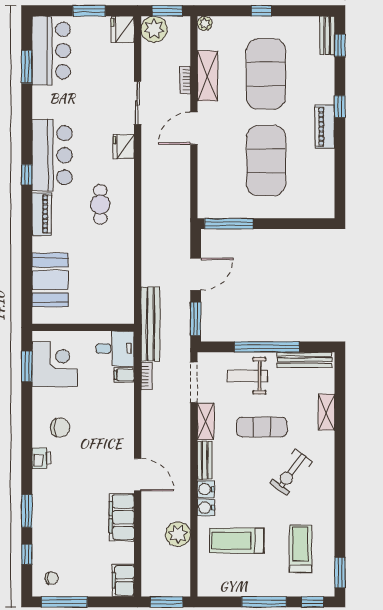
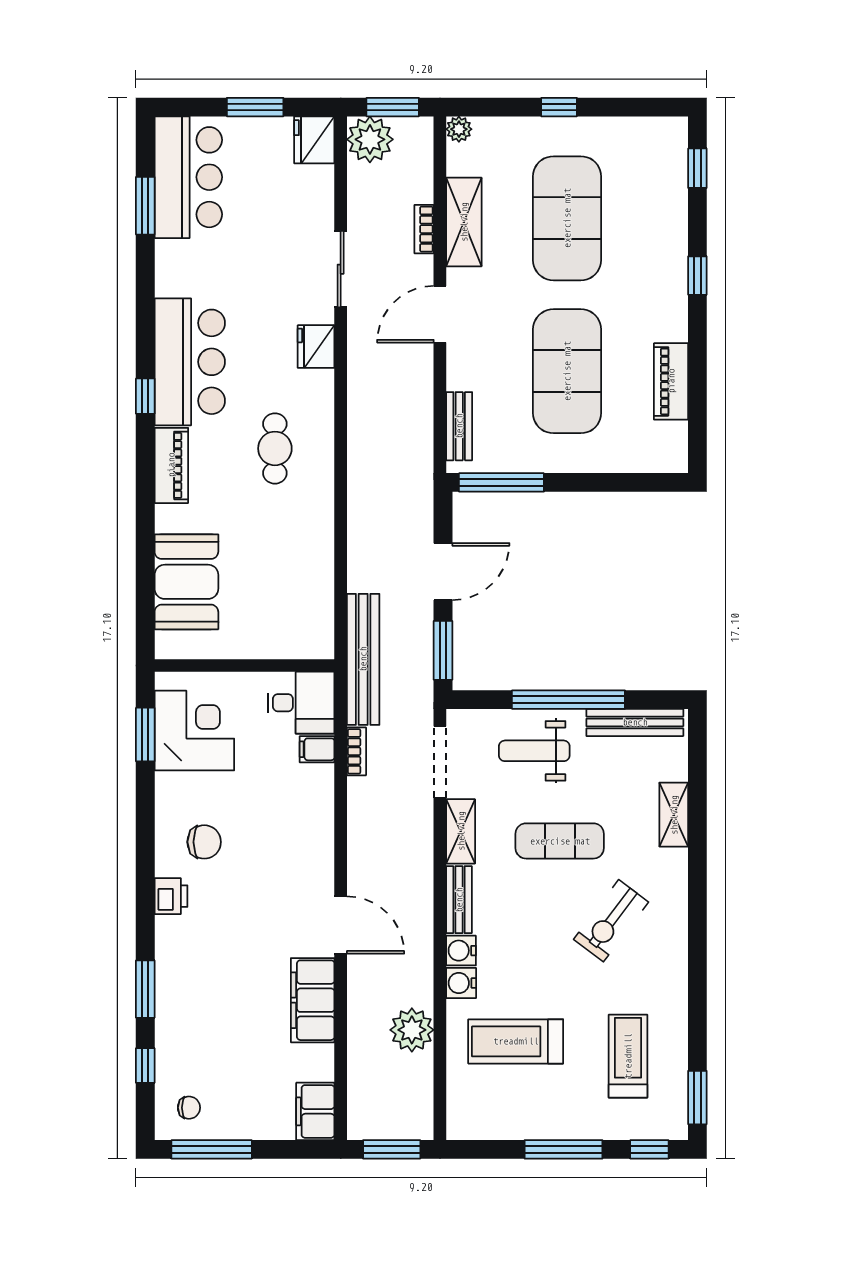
bench: (327, 35) -> (459, 426), moved
piano: (325, 127) -> (671, 381), moved

